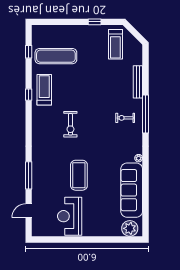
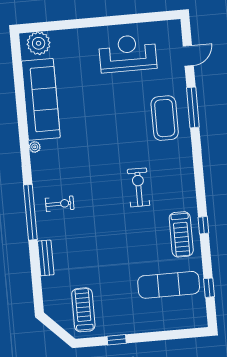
bench: (138, 82) -> (46, 258), width x0.73
coffee table: (79, 175) -> (165, 118), moved
reception desk: (70, 216) -> (128, 53), turned -90

